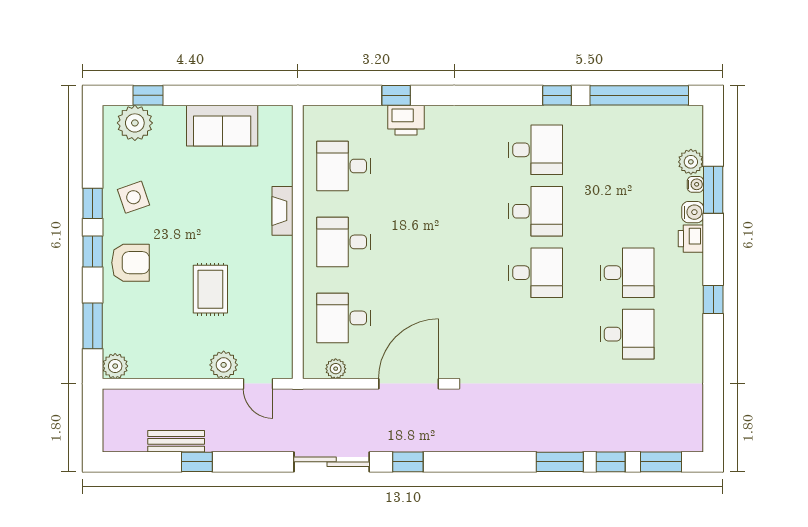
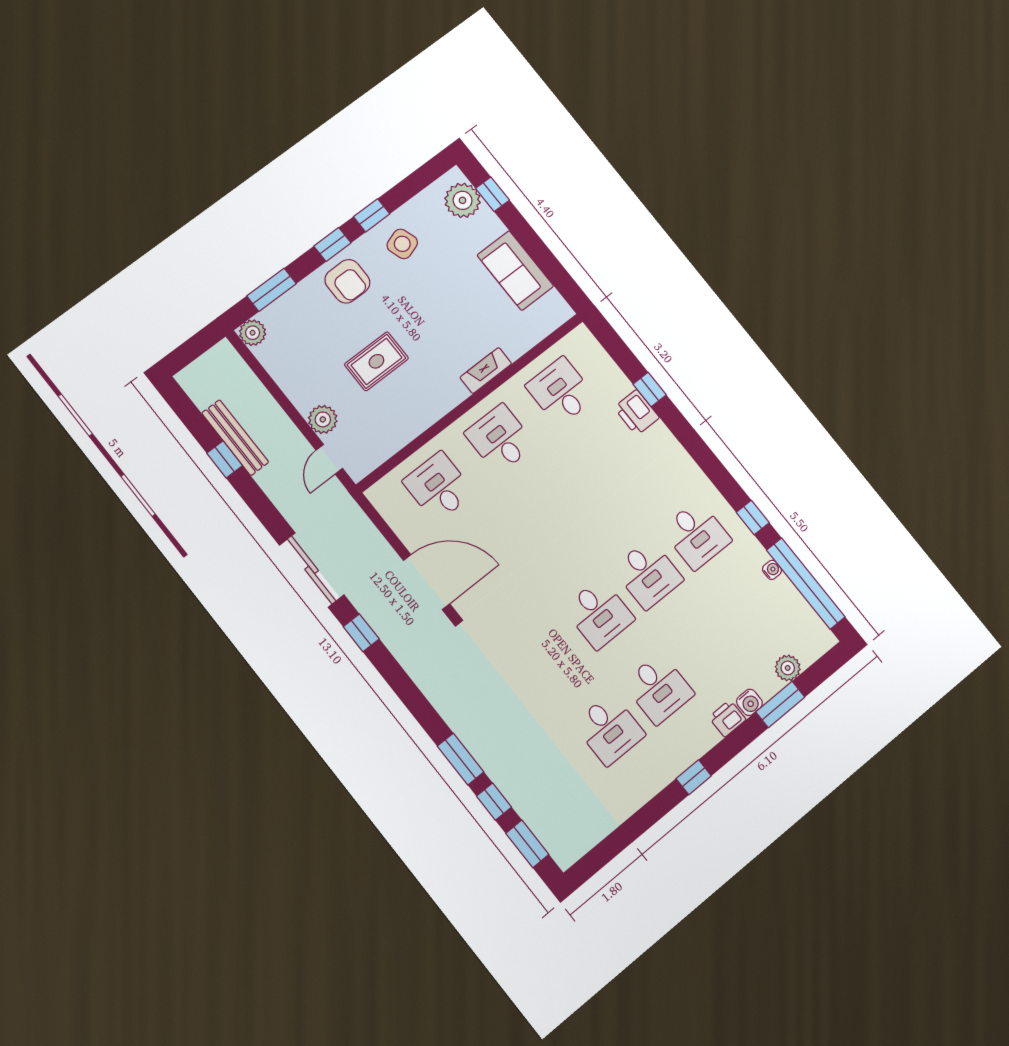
water cooler: (695, 184) -> (772, 570), moved, turned -90
plant: (336, 369) -> (392, 513), removed
bench: (176, 441) -> (235, 438), width x1.36

